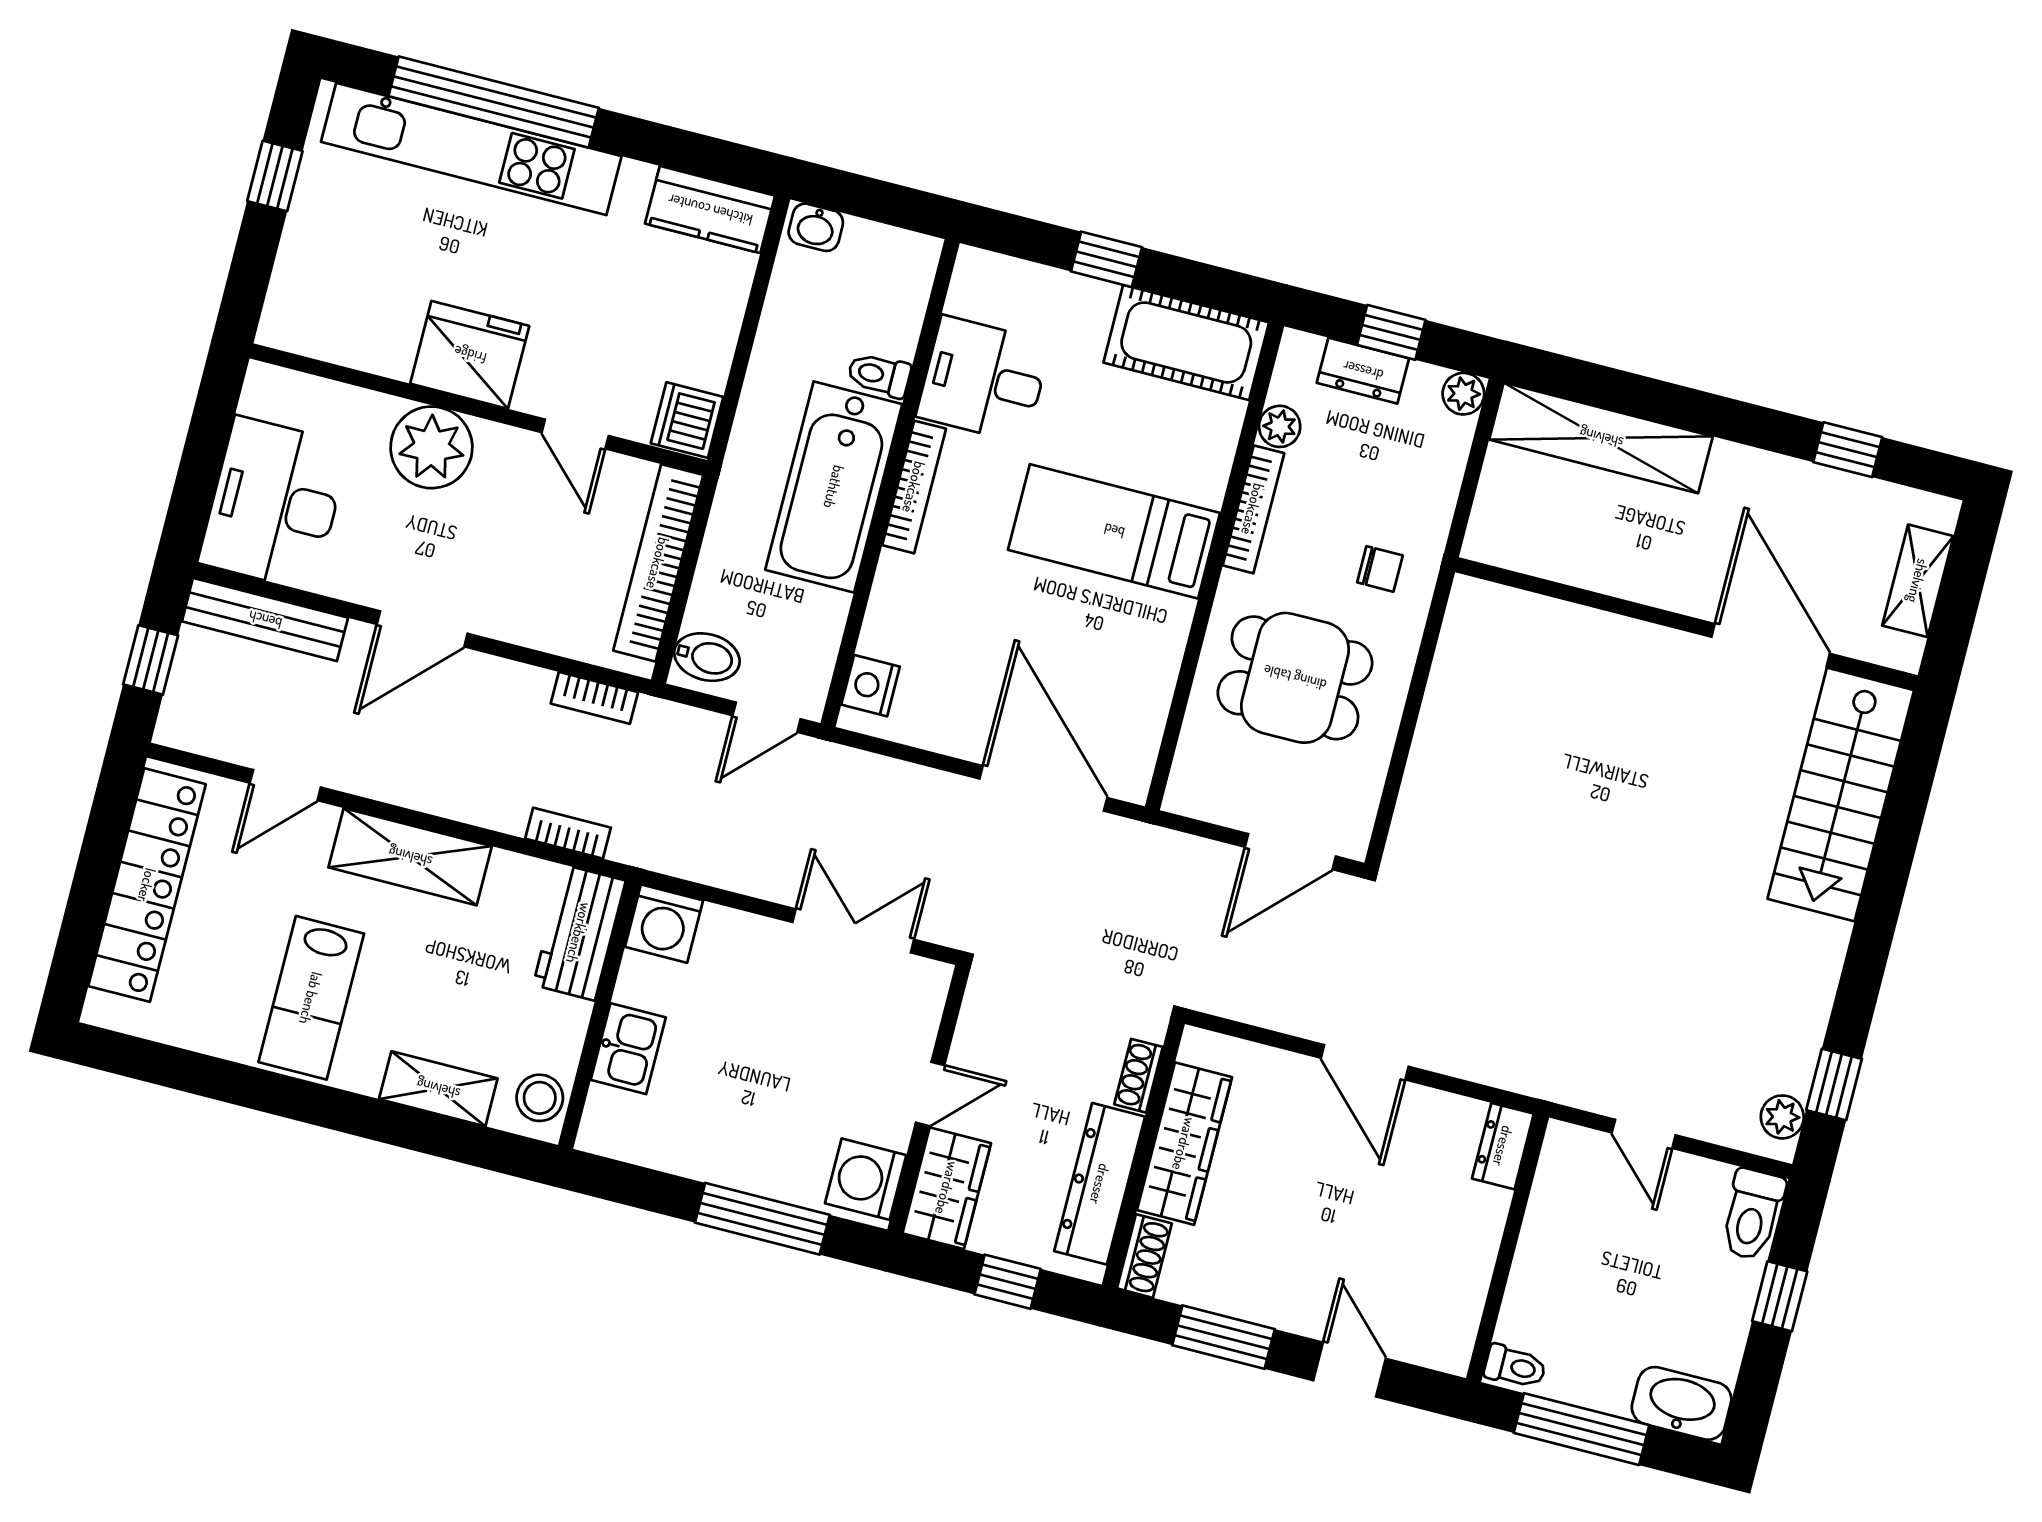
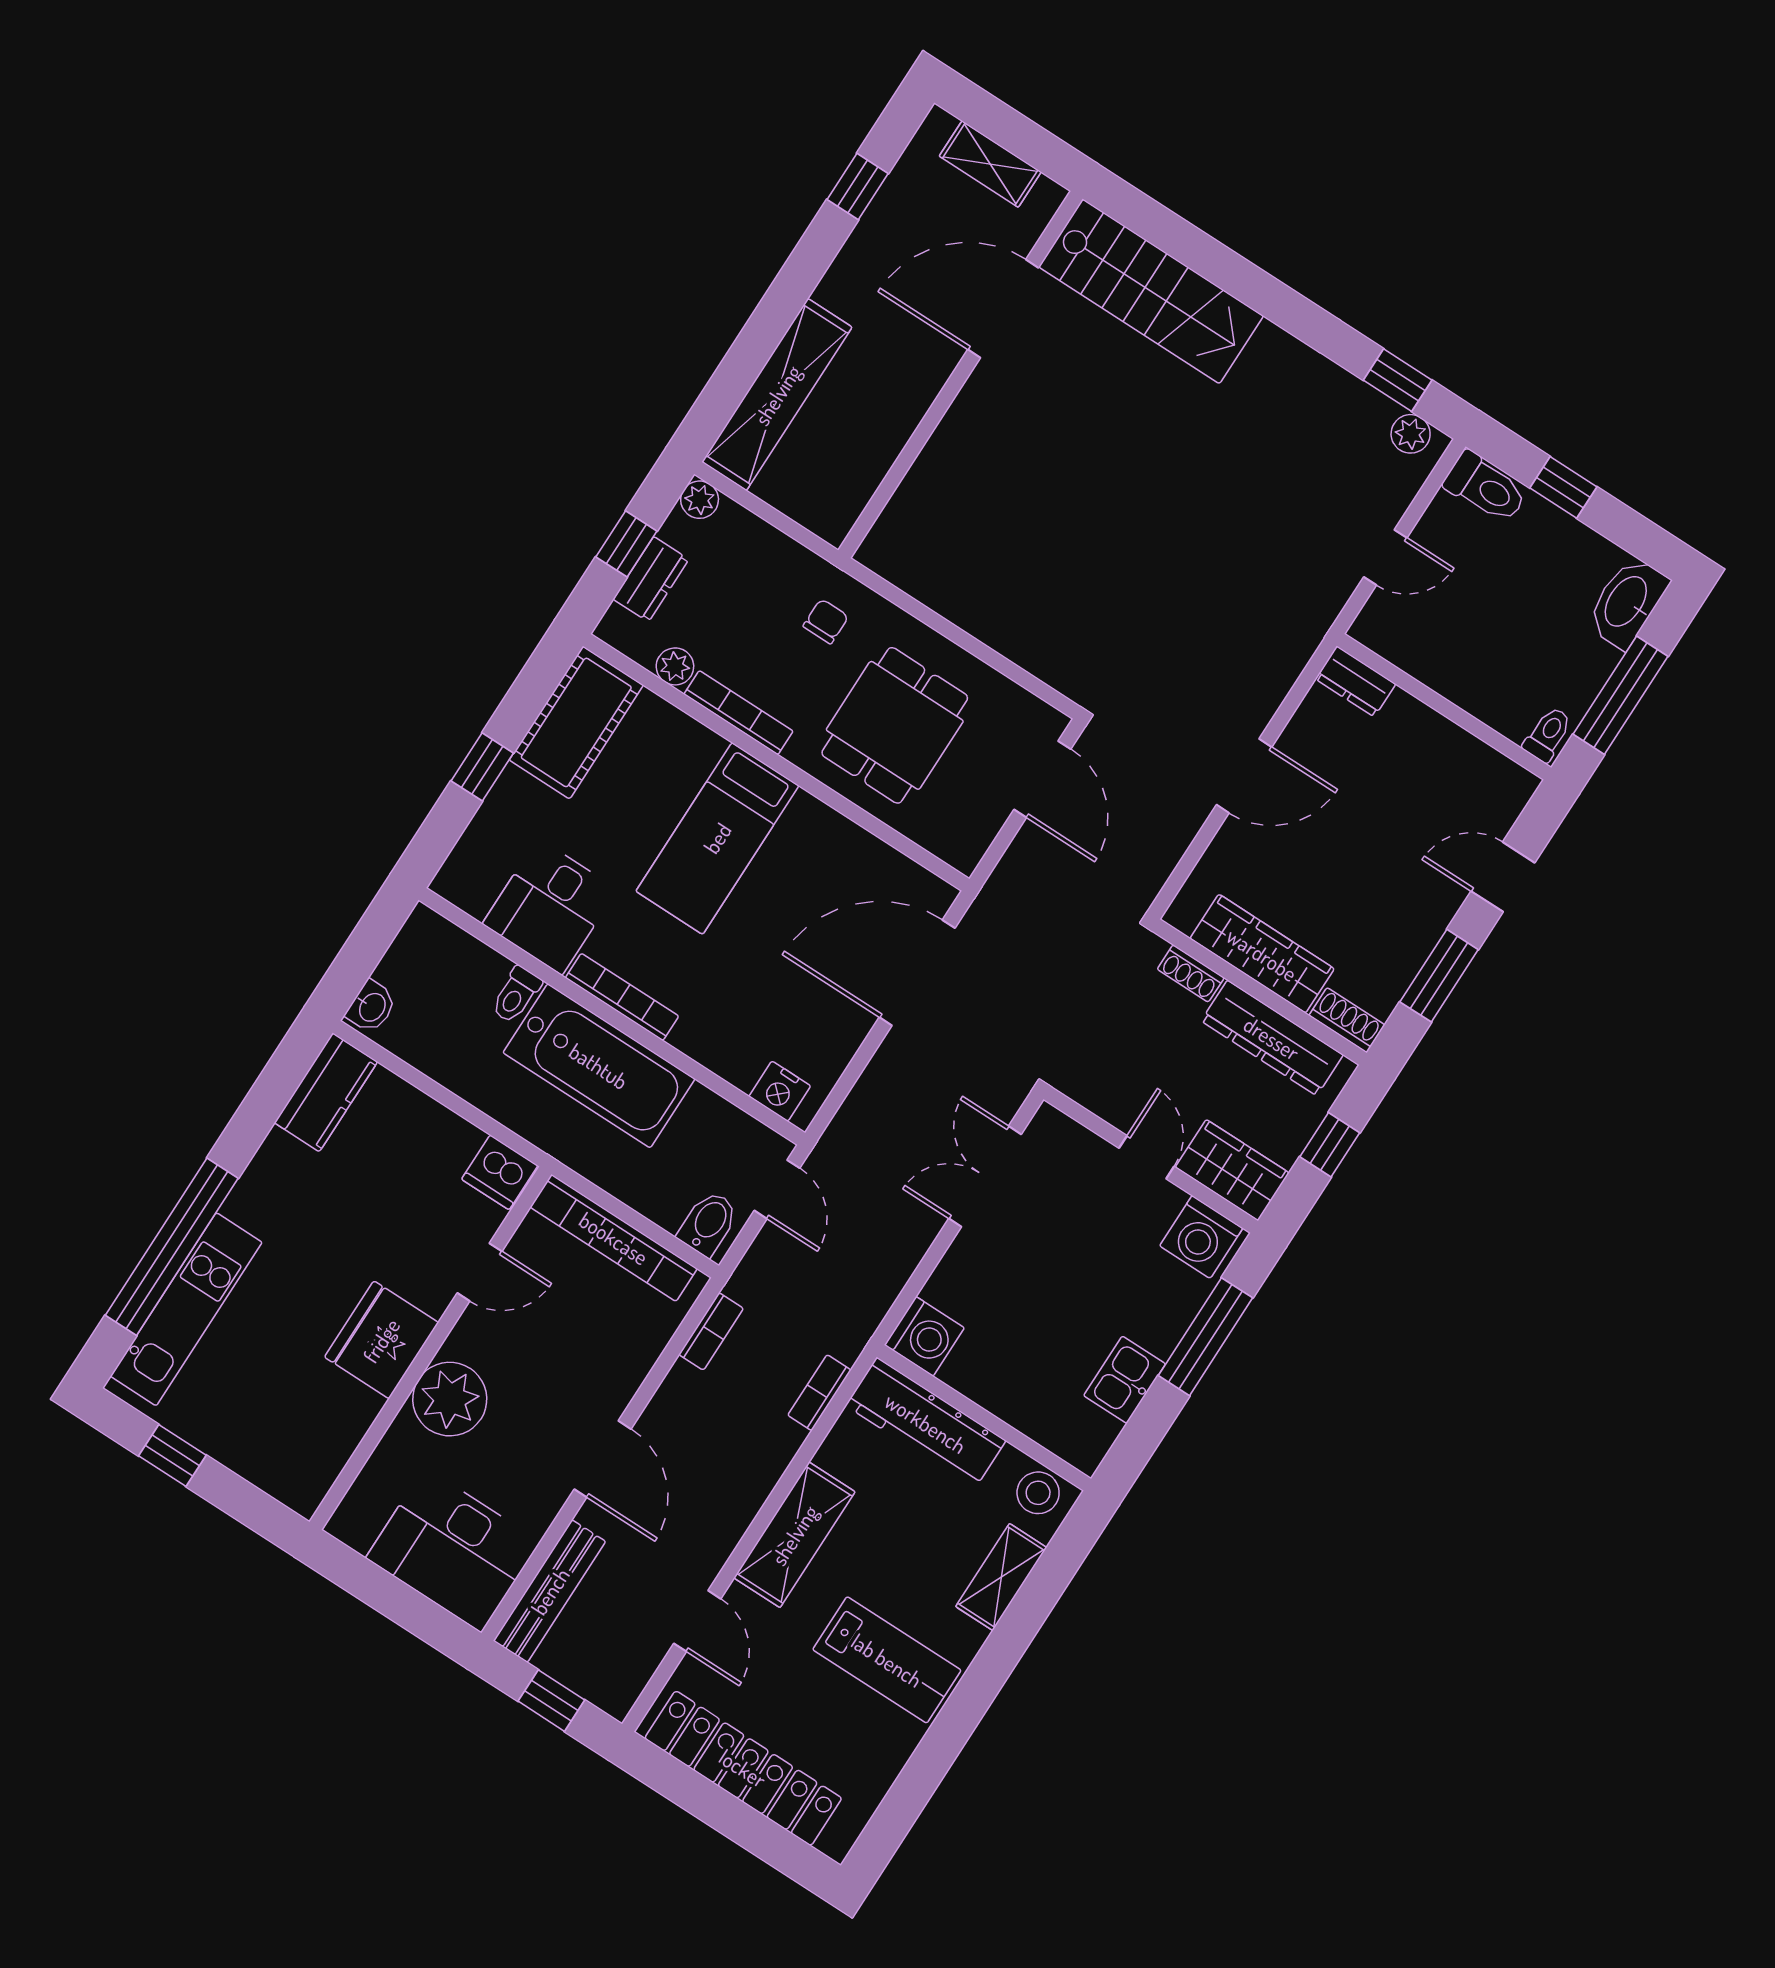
kitchen unit: (471, 149) -> (186, 1309), width x0.73
workbench: (579, 933) -> (926, 1423), width x1.38
kitchen sink: (628, 1049) -> (1125, 1380), moved, turned -90

